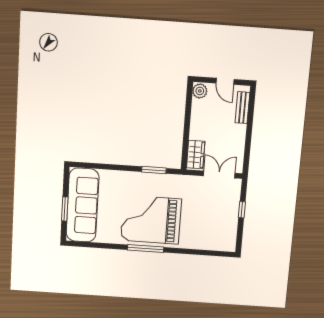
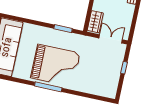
grand piano: (151, 220) -> (55, 65), turned 180

